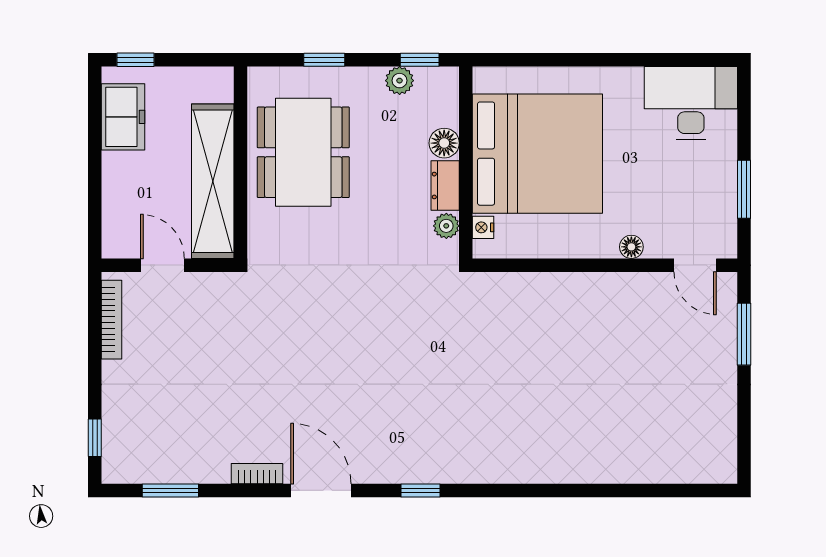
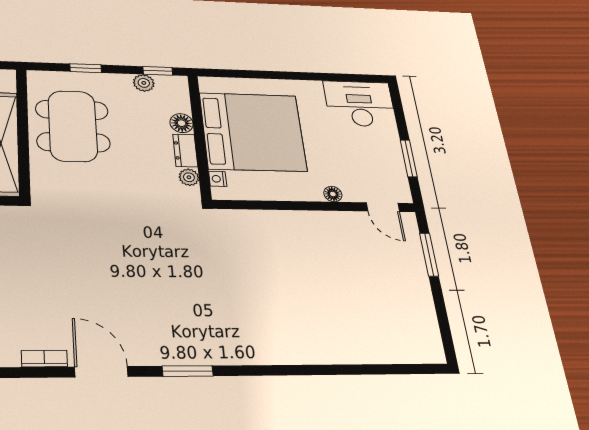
window: (421, 490) -> (188, 371), width x1.50

